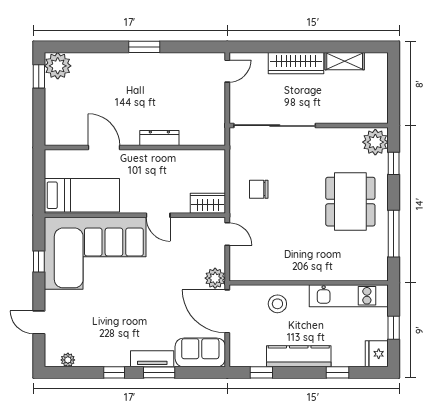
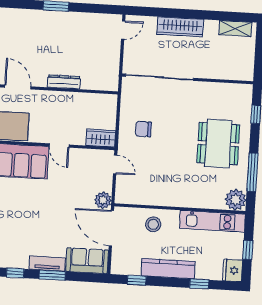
shelving: (345, 61) -> (235, 28), moved
plant: (375, 142) -> (236, 200), moved

